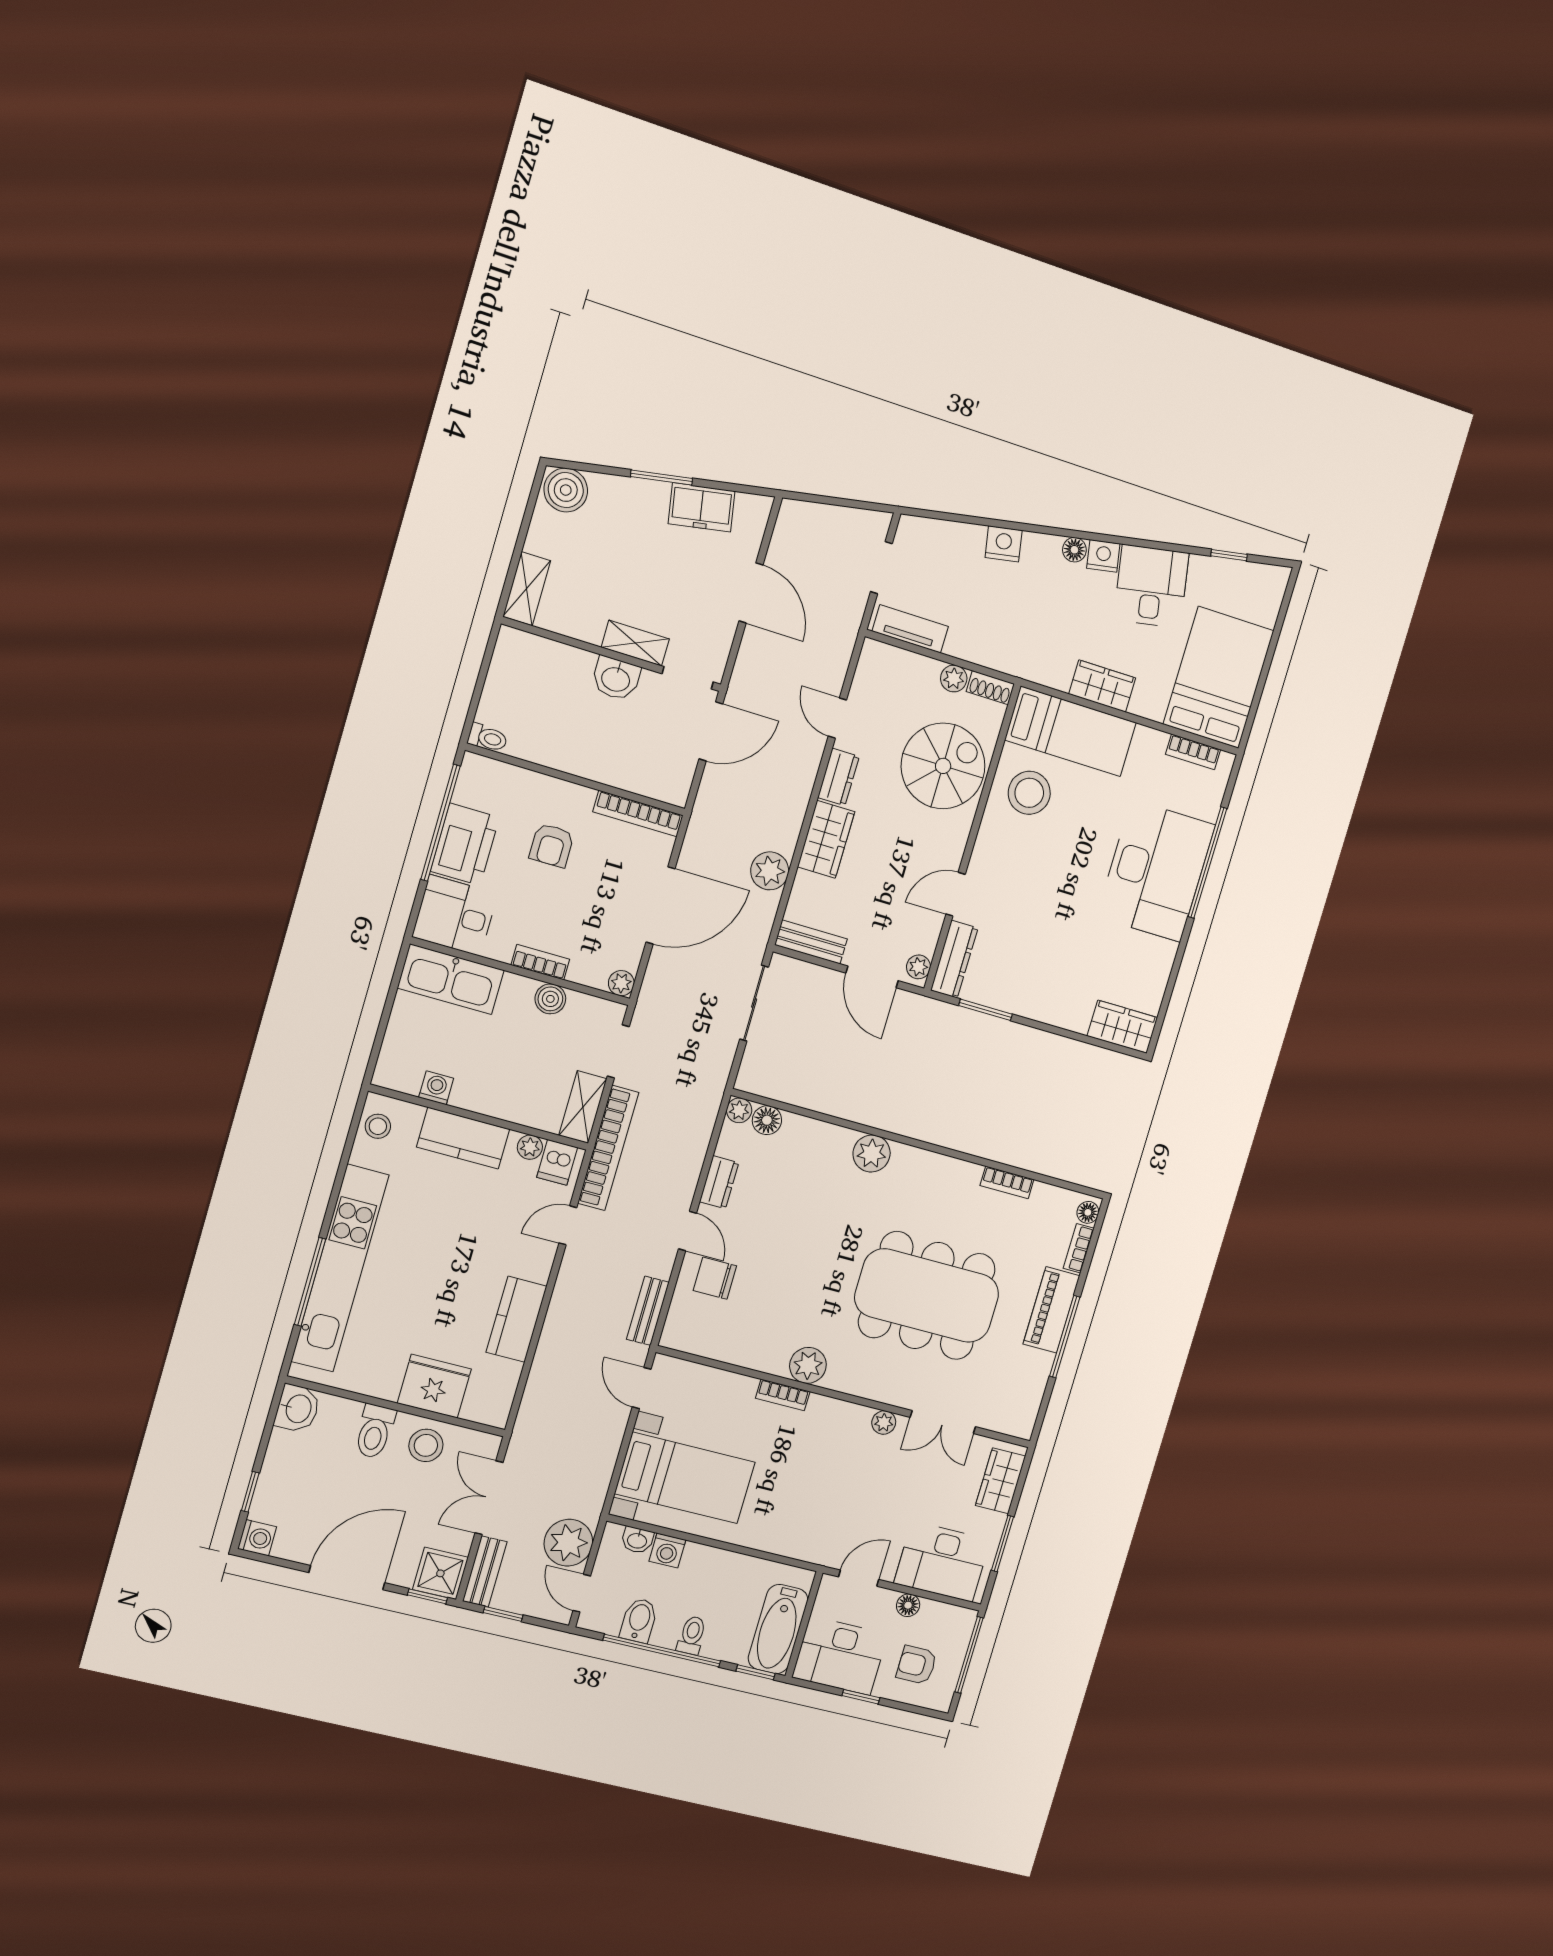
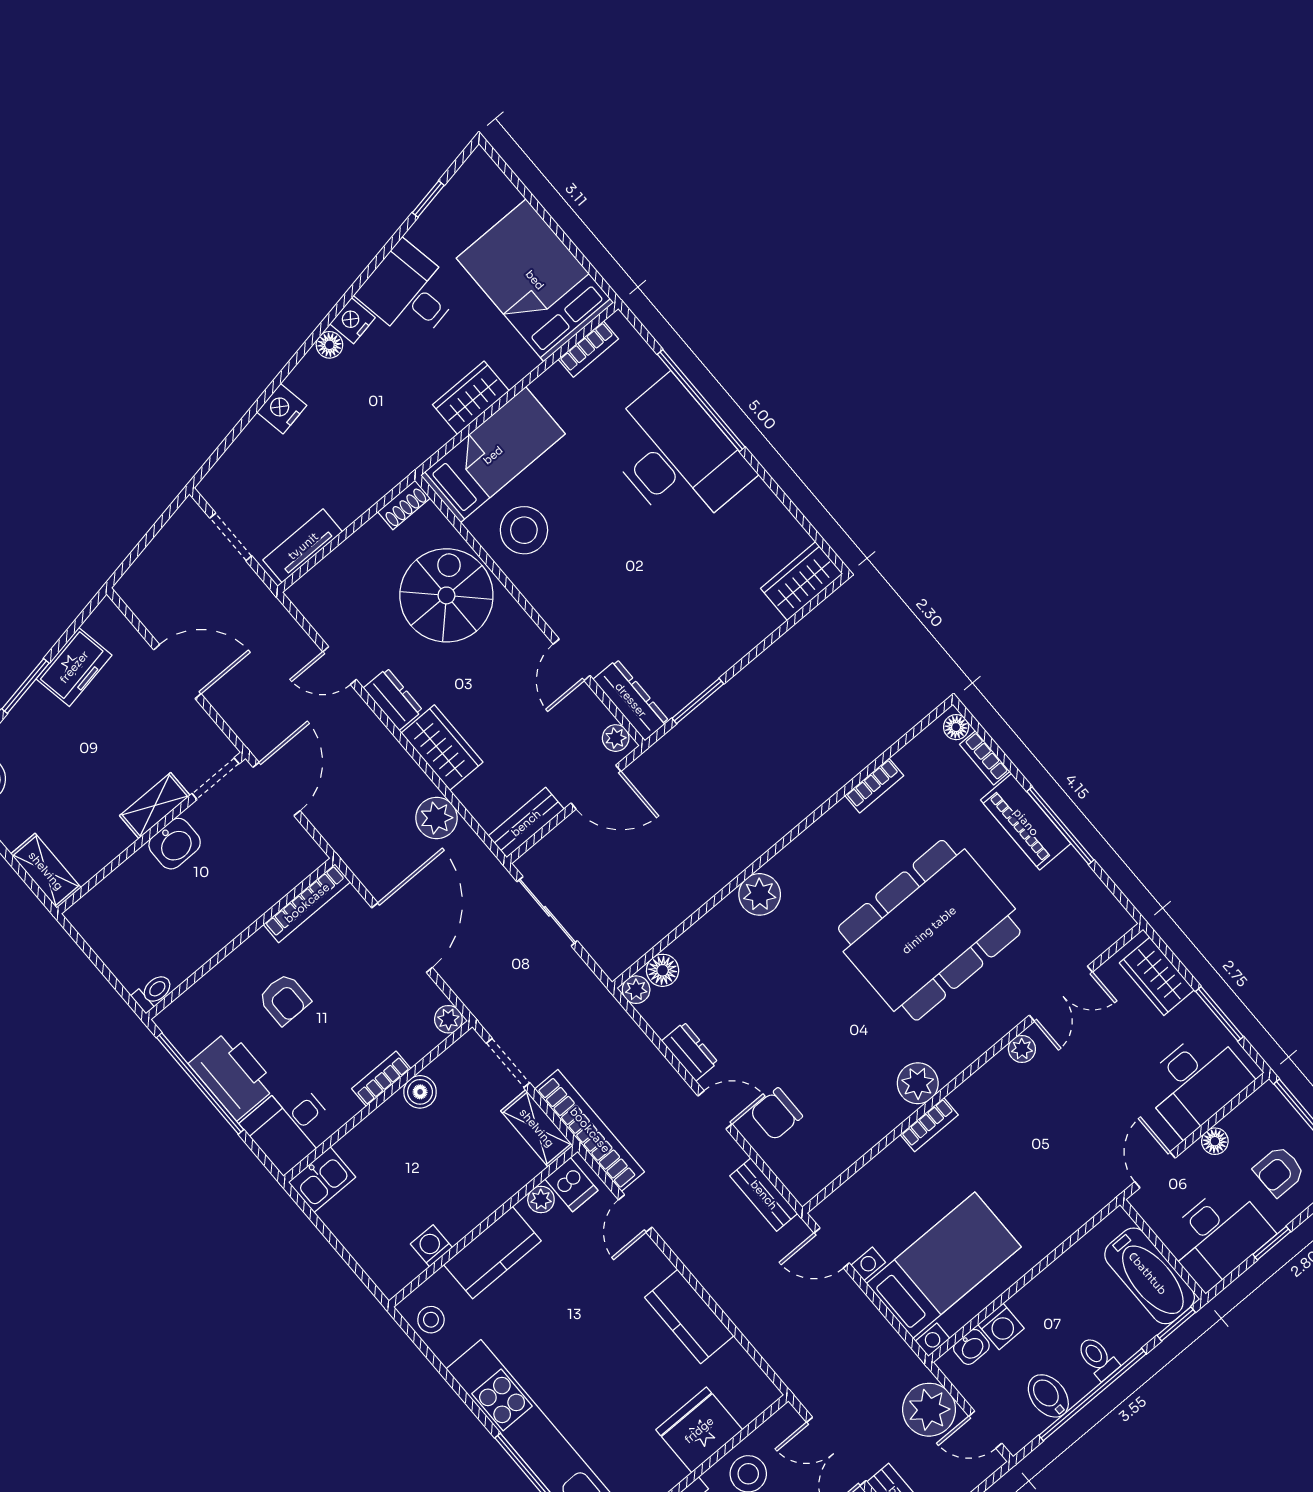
plant: (954, 679) -> (373, 534), removed
kitchen sink: (451, 979) -> (322, 1180), width x0.53, depth x0.81

